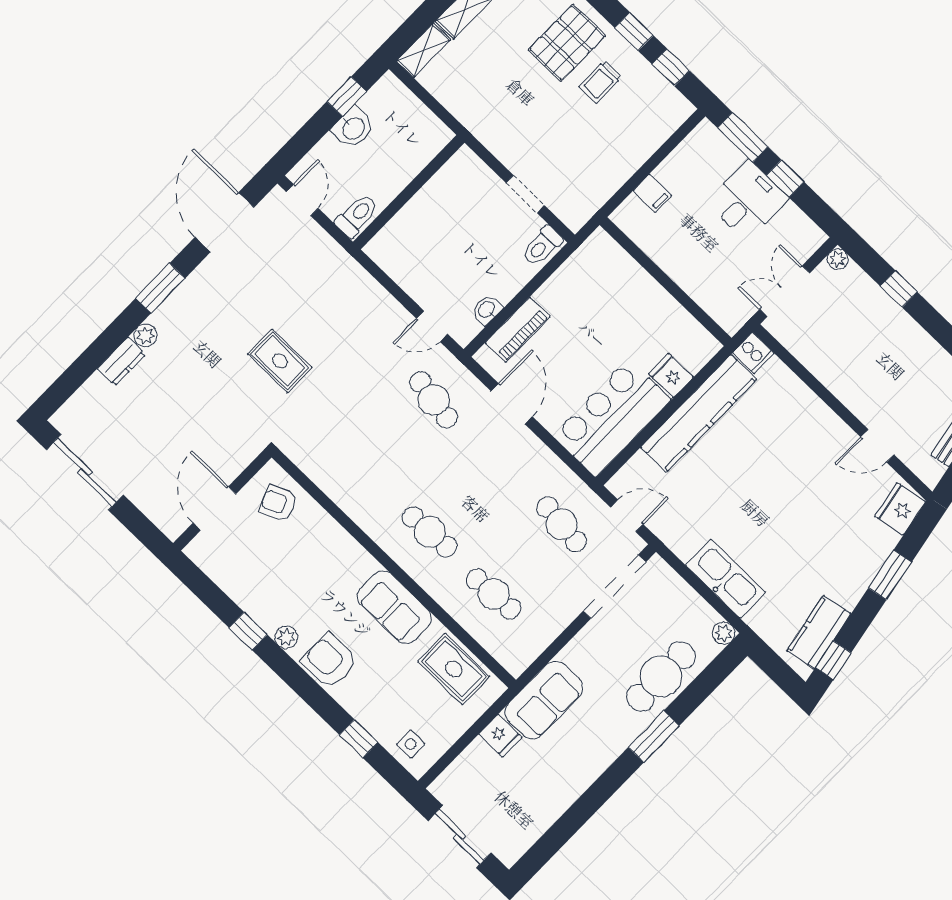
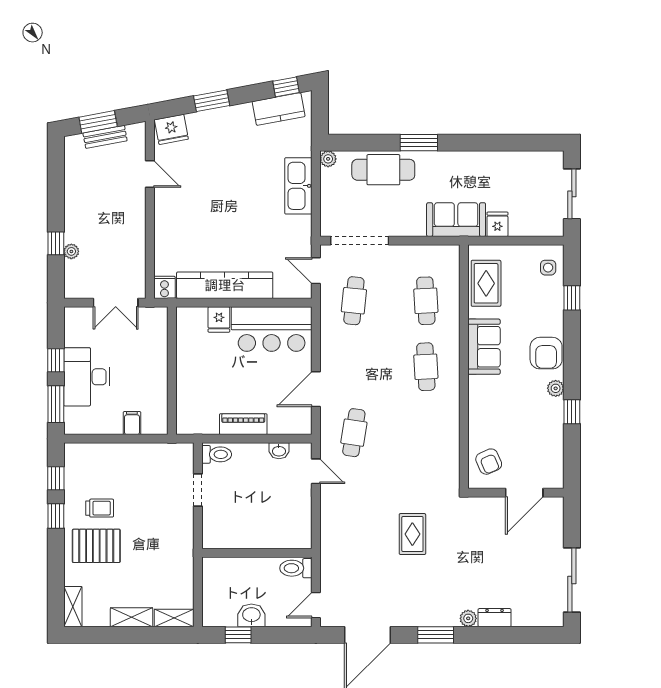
desk: (748, 201) -> (87, 377), width x1.37
plant: (838, 259) -> (71, 251), moved
piano: (518, 330) -> (243, 424), moved

